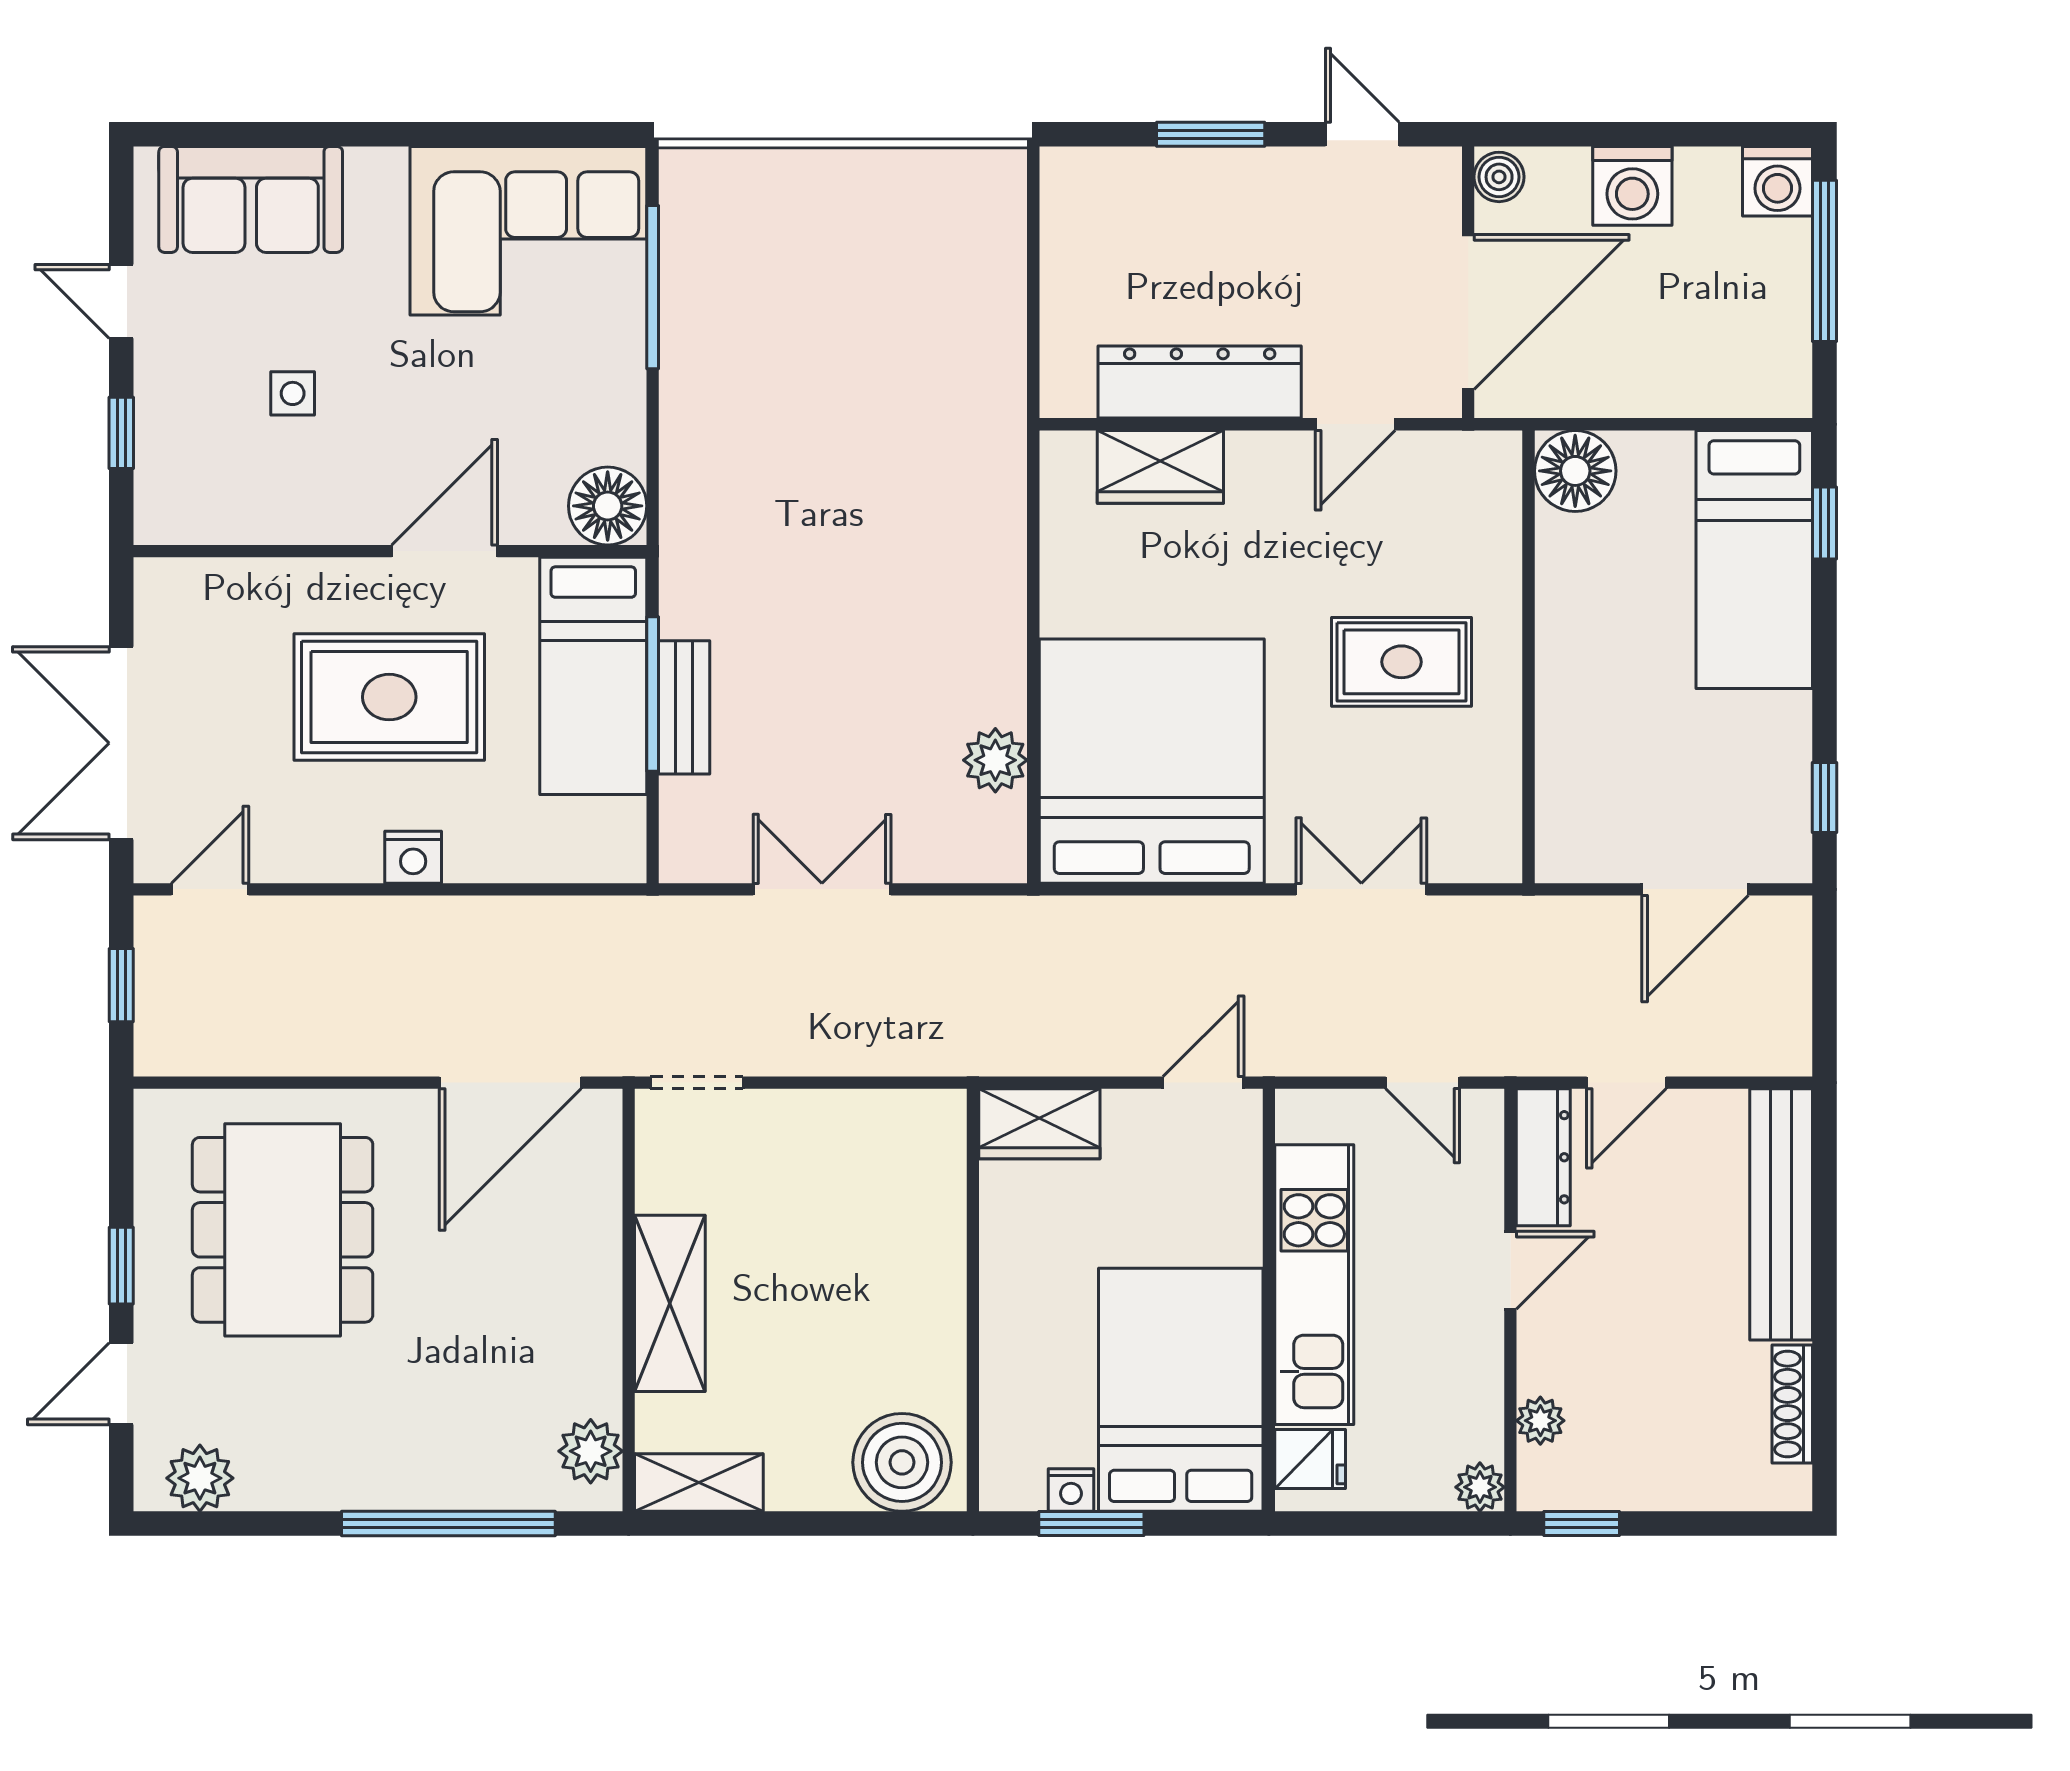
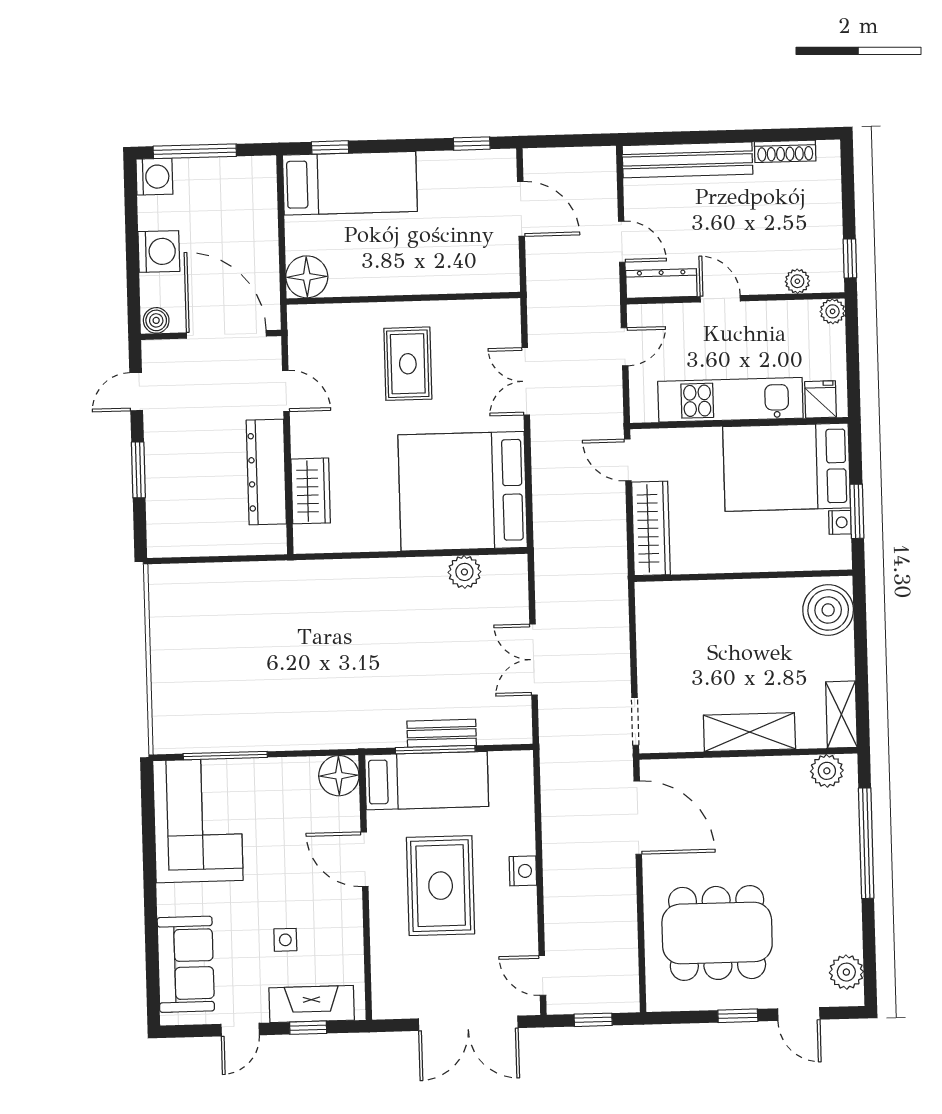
fireplace: (167, 441) -> (312, 1004), added
wardrobe: (1039, 1124) -> (651, 528), width x1.50

